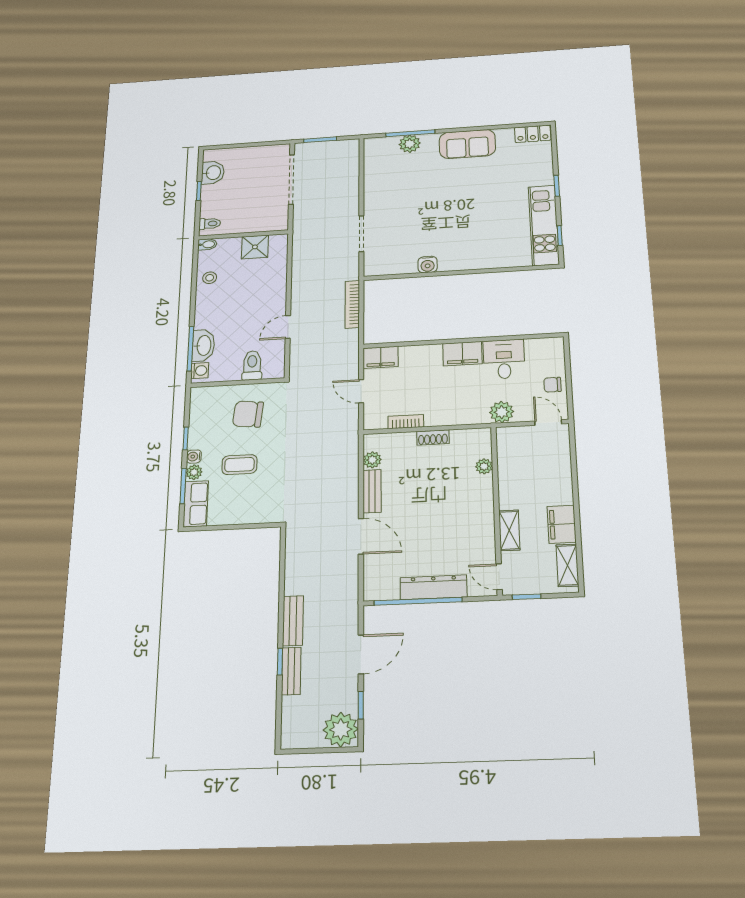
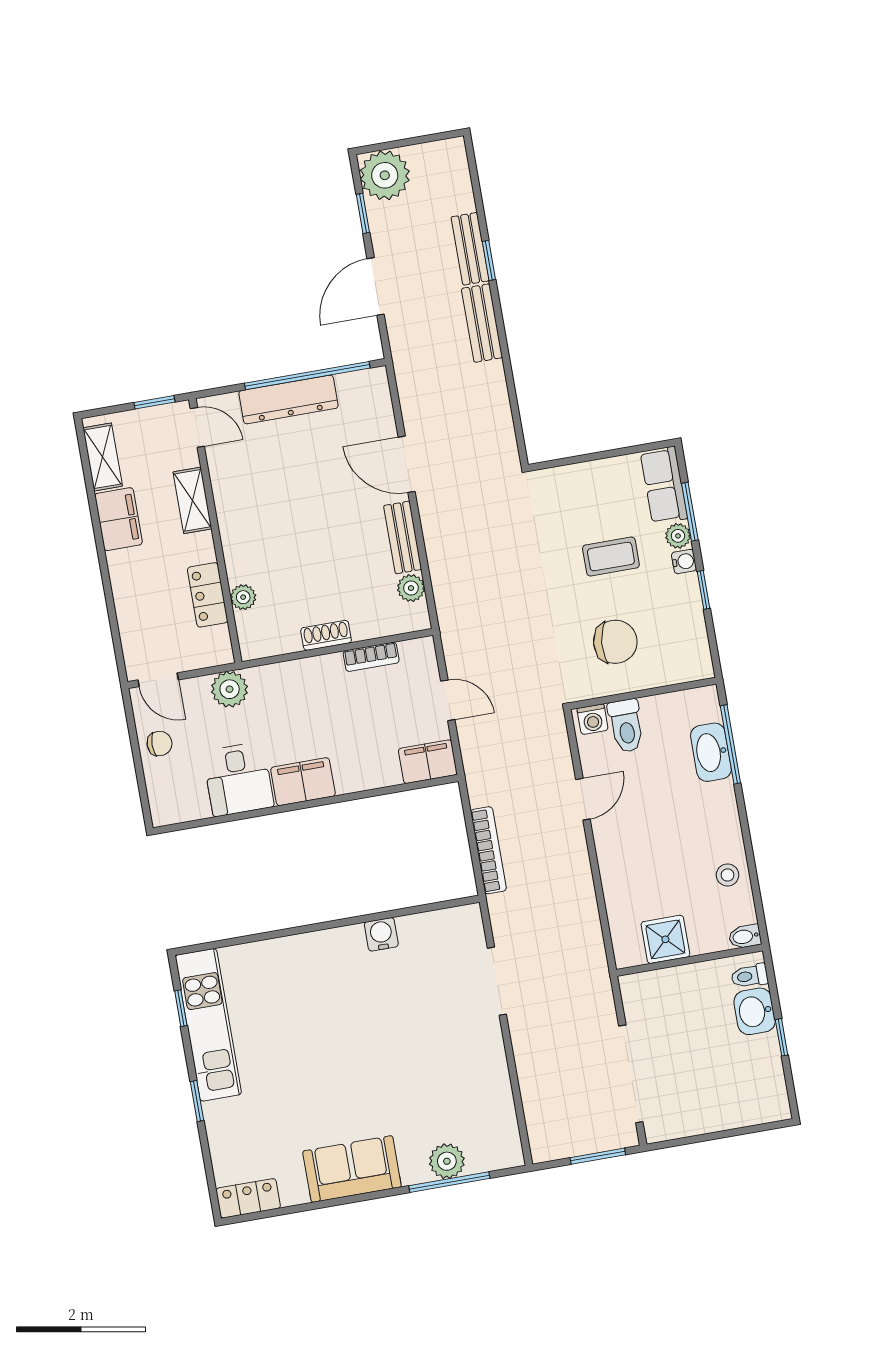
washbasin: (213, 173) -> (755, 1011), moved
washing machine: (200, 371) -> (593, 719), moved, turned -90
locker: (508, 470) -> (208, 595), added

